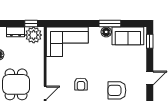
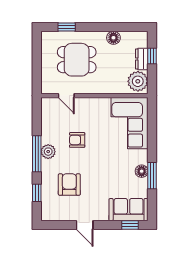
window: (31, 23) -> (152, 56), moved
sofa: (128, 36) -> (129, 210), moved, turned 90

